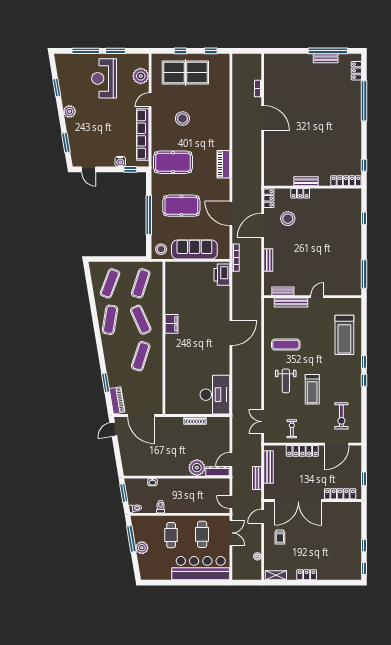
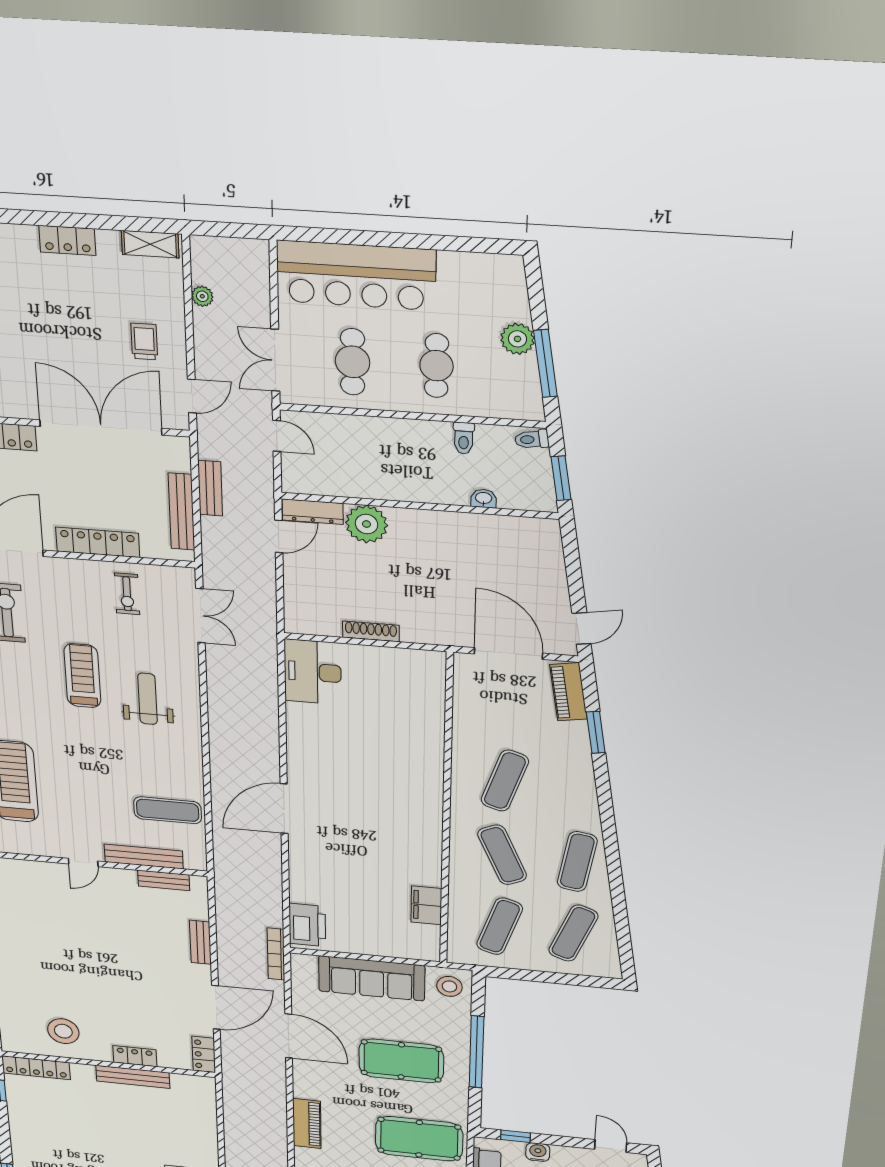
bench: (306, 181) -> (133, 1077), width x1.36
stool: (288, 219) -> (63, 1031), moved
filing cabinet: (171, 324) -> (426, 905), moved
exercise mat: (286, 345) -> (168, 810), moved
desk: (215, 395) -> (313, 672), width x0.73, depth x0.77

